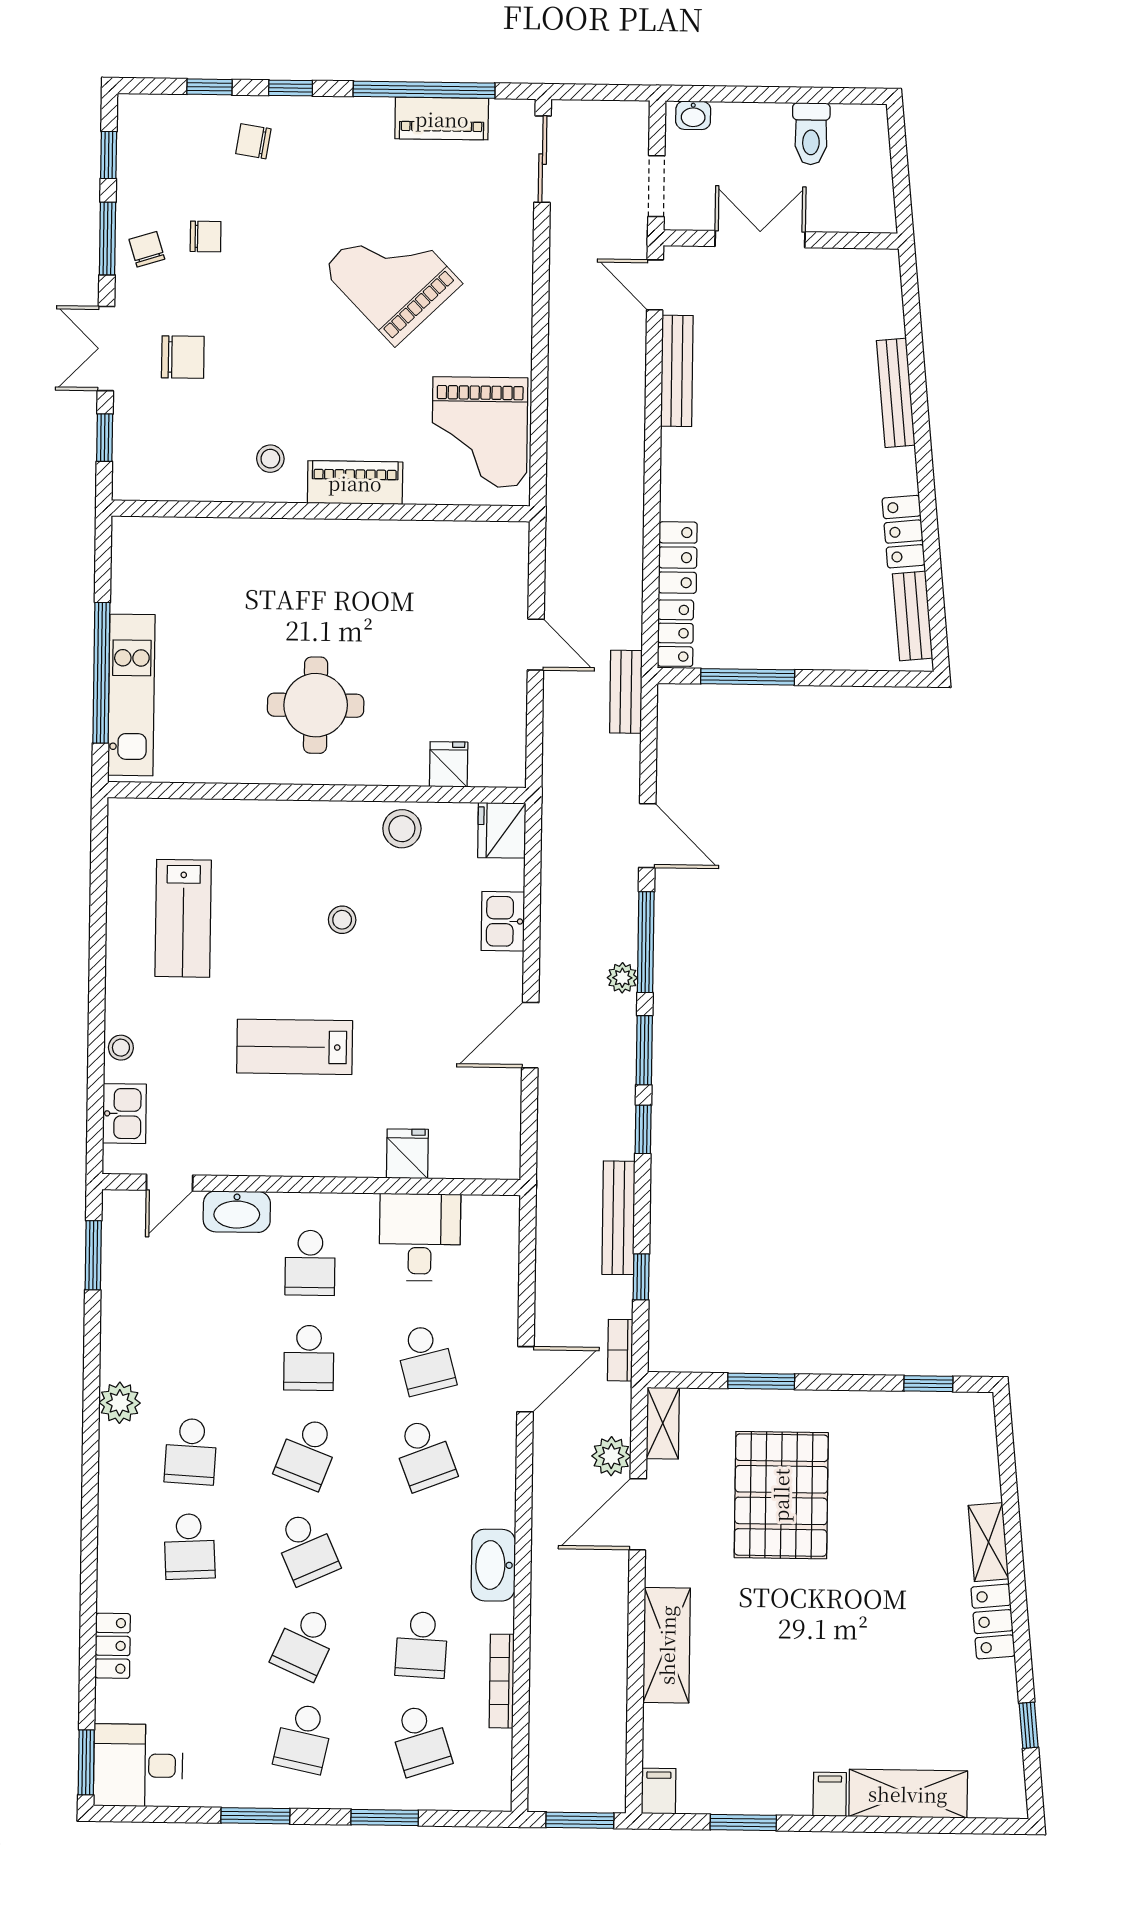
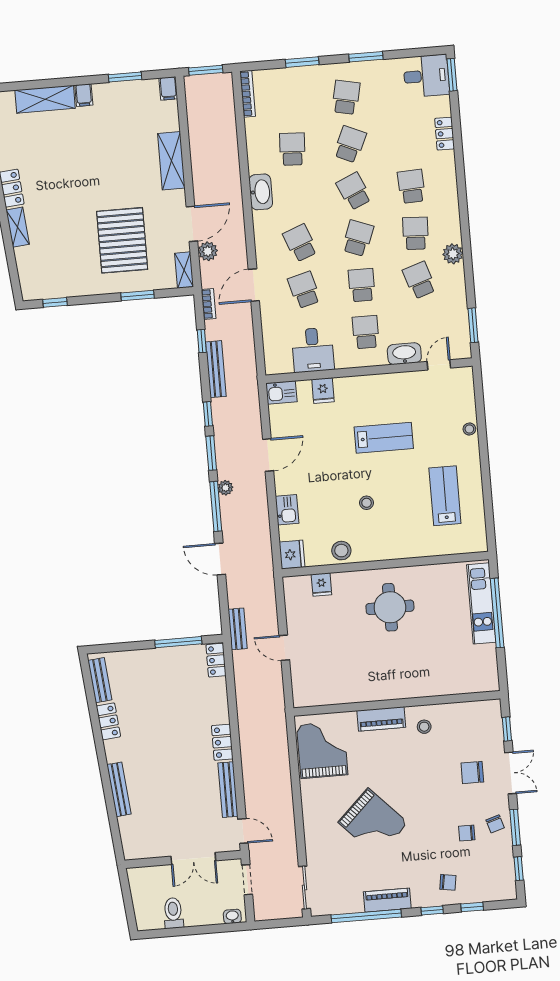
piano: (442, 119) -> (387, 900), moved
locker: (678, 558) -> (222, 742), moved
kitchen sink: (124, 1114) -> (281, 393), moved, turned -90
bookcase: (502, 1681) -> (248, 94), moved
school desk: (420, 1740) -> (419, 280), moved

